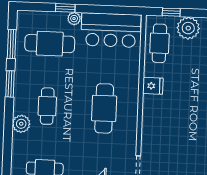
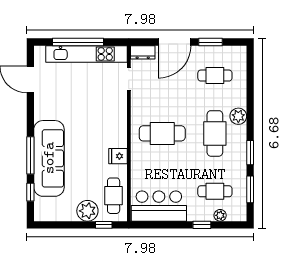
plant: (74, 19) -> (220, 215), moved
cafe table: (50, 44) -> (215, 191), width x0.73, depth x0.74
cafe table: (47, 106) -> (215, 133), width x1.37, depth x1.35
cafe table: (104, 108) -> (162, 133), turned 90

